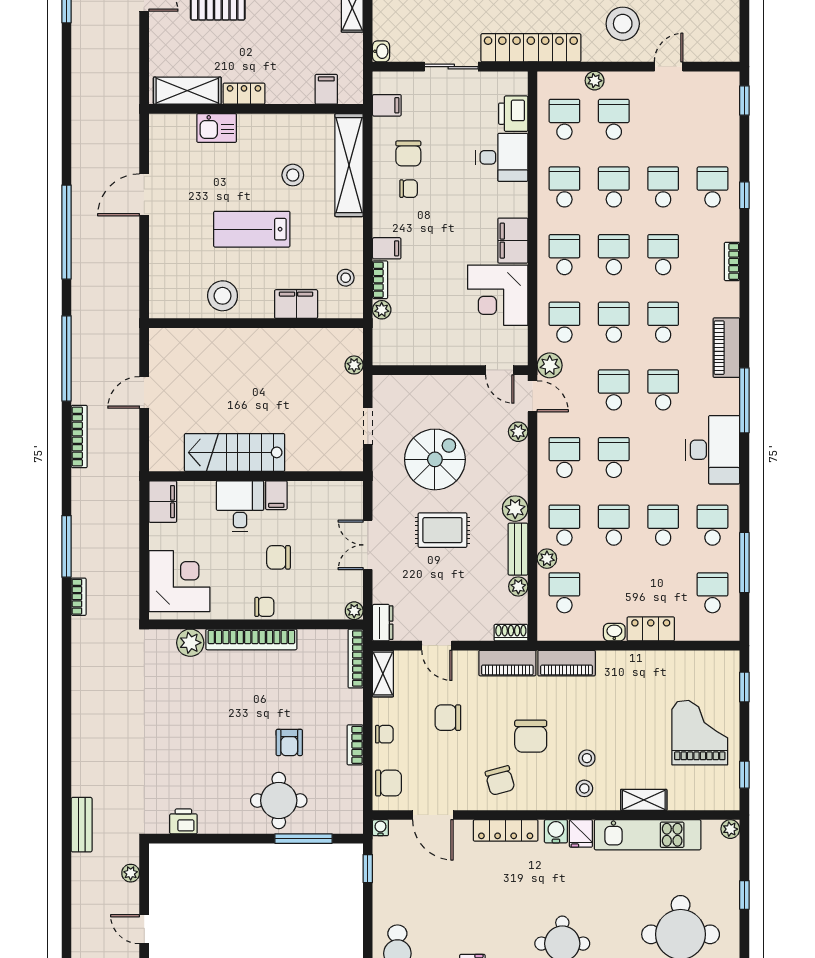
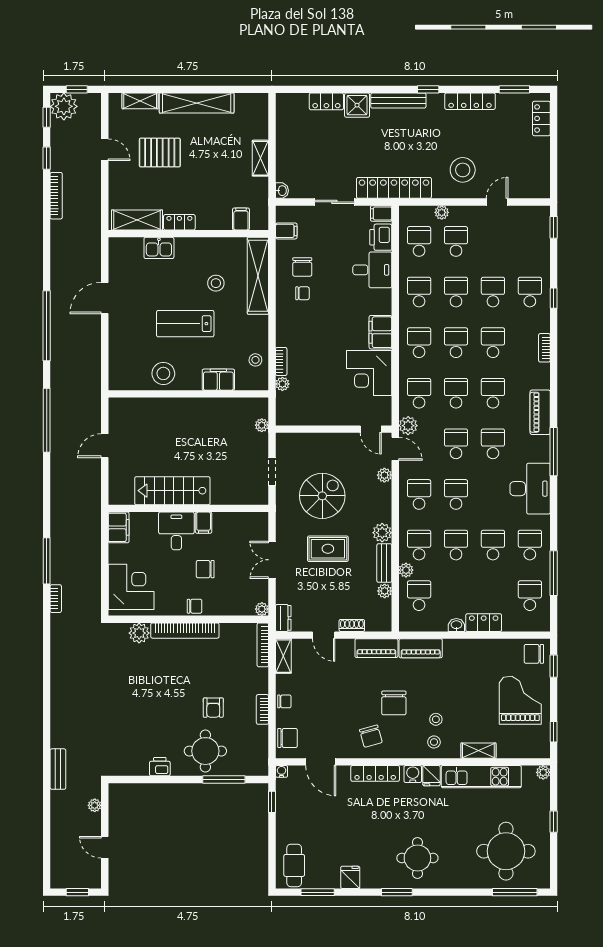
filing cabinet: (387, 248) -> (381, 213), moved, turned 180
bookcase: (79, 437) -> (56, 196), moved
shoe rack: (511, 633) -> (352, 625), moved
chair: (448, 718) -> (534, 654), moved
printer: (183, 821) -> (160, 767), moved

